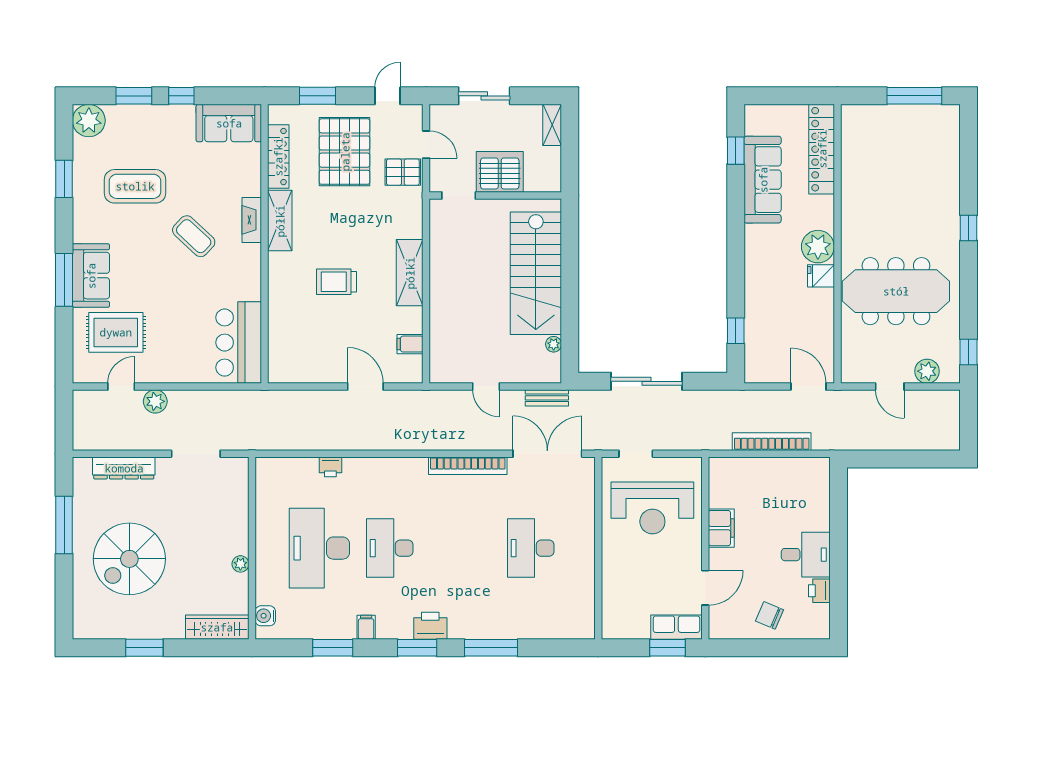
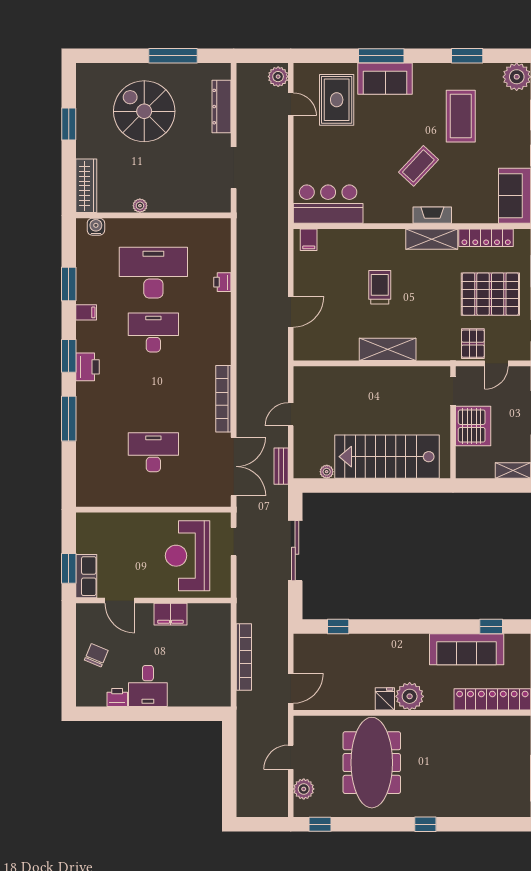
filing cabinet: (410, 344) -> (309, 240), moved, turned 180
plant: (155, 401) -> (278, 77), moved

